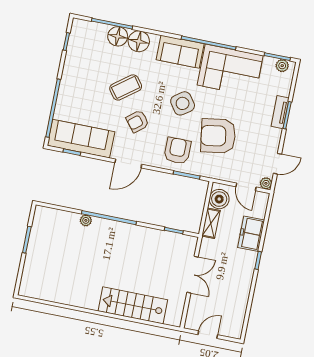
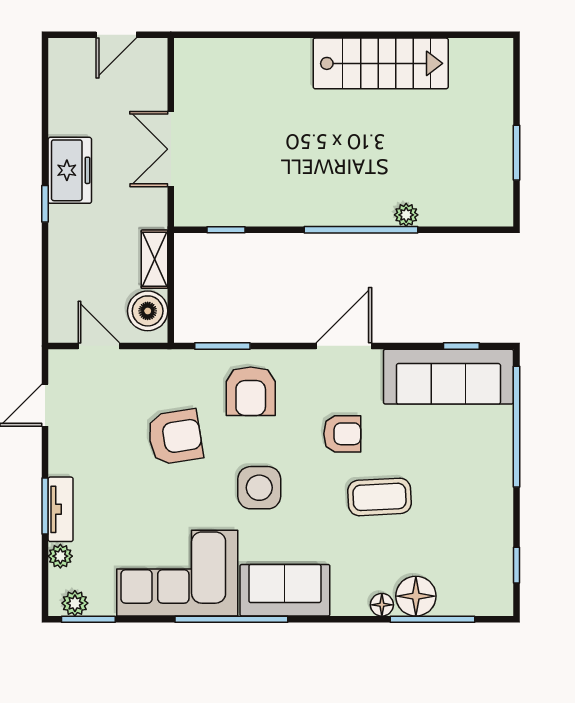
floor lamp: (139, 41) -> (382, 605), width x0.53, depth x0.53
coffee table: (126, 87) -> (380, 497), turned 34
side table: (183, 103) -> (259, 488), turned 35
armchair: (137, 121) -> (342, 434), turned 39
armchair: (218, 136) -> (175, 437), width x0.73, depth x0.73
plant: (266, 183) -> (60, 556), moved
freezer: (251, 234) -> (70, 170), moved
stairs: (133, 305) -> (381, 63), moved

